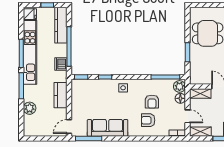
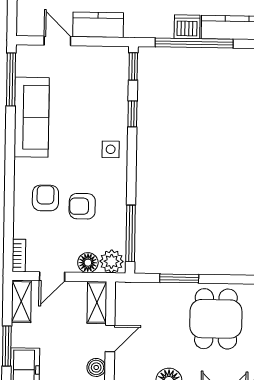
dishwasher: (61, 64) -> (187, 27), moved
door: (69, 127) -> (57, 41), moved

